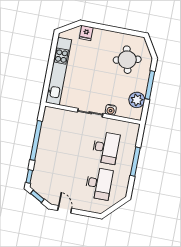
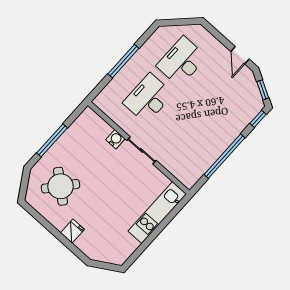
fridge: (86, 33) -> (72, 231), moved
round table: (127, 60) -> (60, 186), turned -37
kitchen unit: (59, 71) -> (157, 212), width x0.73
plant: (137, 100) -> (78, 132), removed

